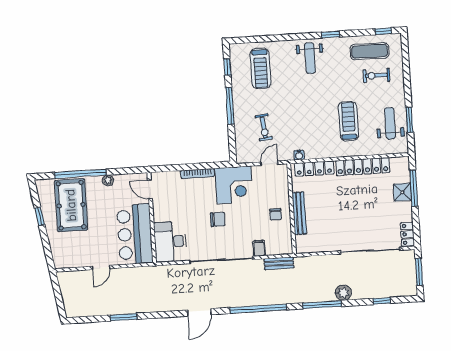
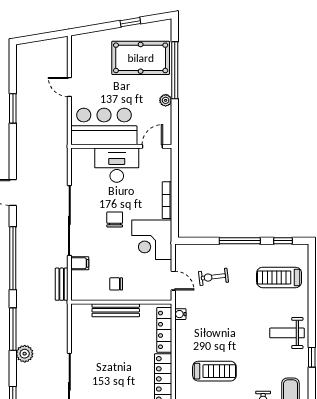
chair: (218, 219) -> (115, 219), turned 180
desk: (170, 242) -> (117, 165), moved

